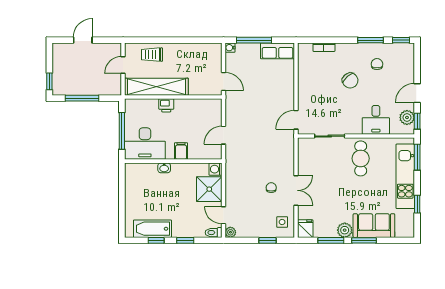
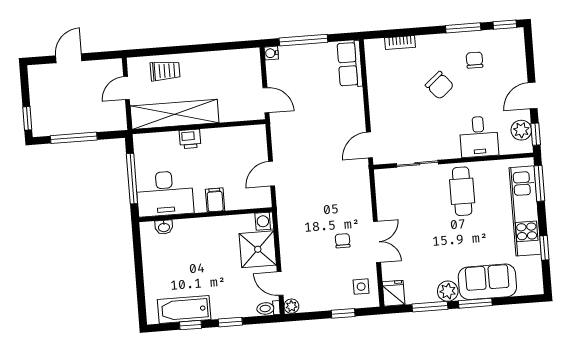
row of seats: (278, 51) -> (350, 64), moved, turned 90
trolley: (152, 55) -> (165, 71), turned 180
washbasin: (164, 168) -> (164, 227), moved

